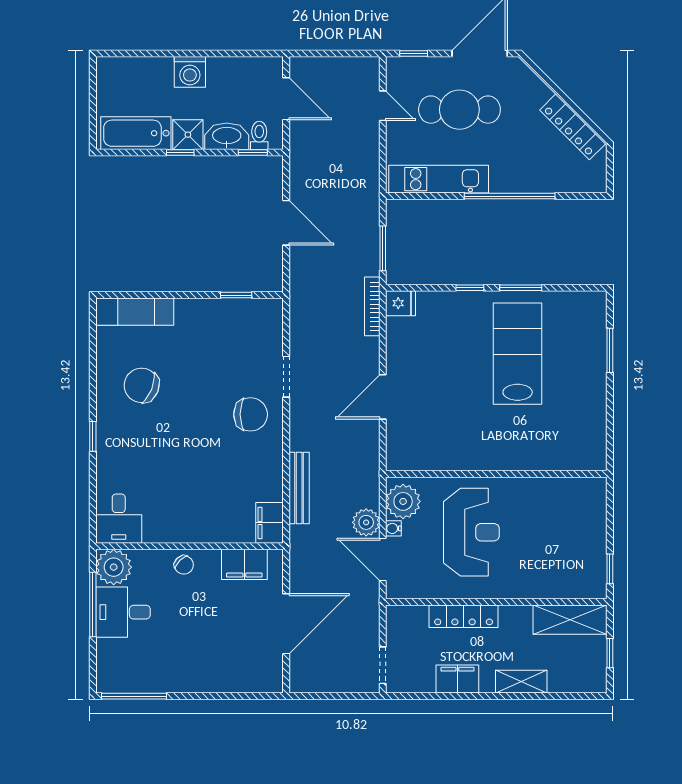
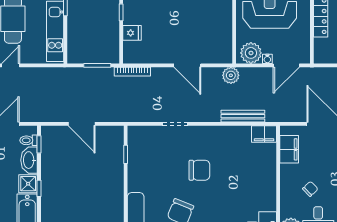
door: (286, 223) -> (82, 124), swing flipped
fridge: (401, 303) -> (132, 33), moved, turned 90
chair: (251, 414) -> (199, 170), moved, turned 90
plant: (366, 522) -> (231, 75), moved
chair: (184, 565) -> (310, 189), moved

